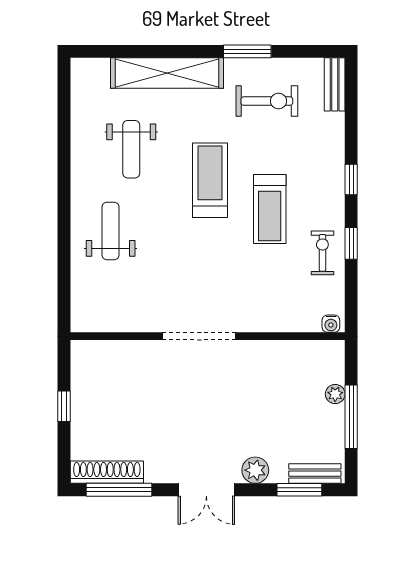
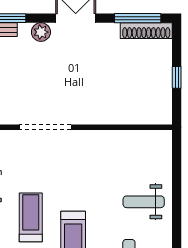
weight bench: (111, 231) -> (144, 202), turned 90
doorway: (199, 336) -> (45, 127), moved

